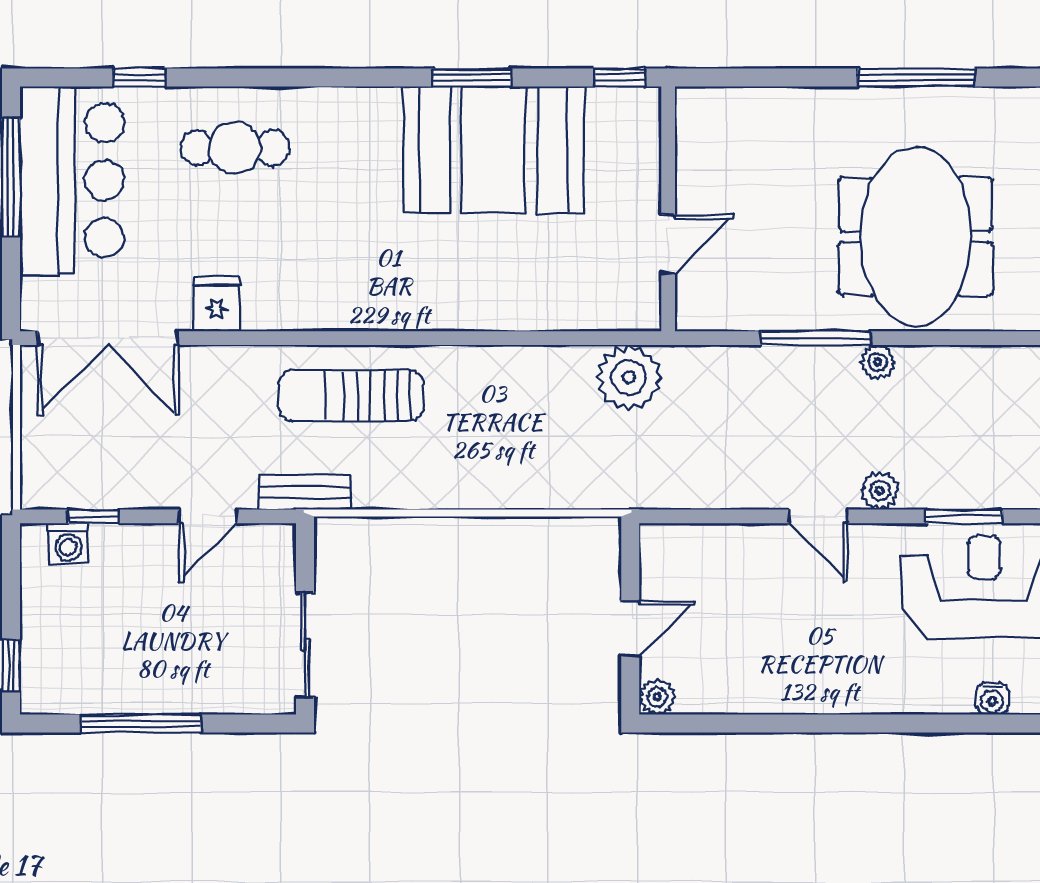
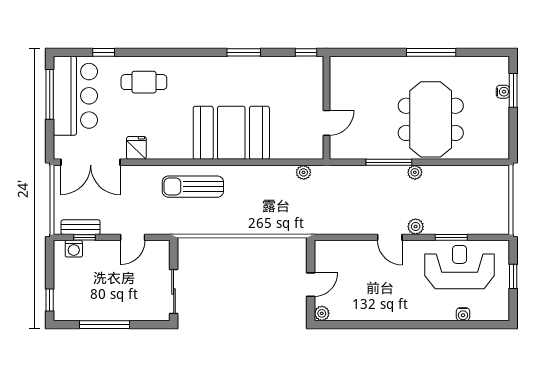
booth: (494, 150) -> (231, 133), moved
plant: (629, 377) -> (304, 172), width x0.53, depth x0.53
bench: (305, 492) -> (81, 227), moved

